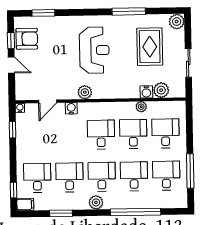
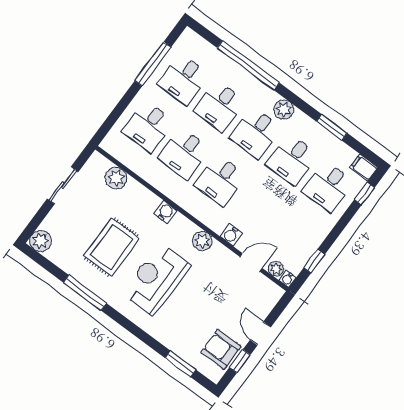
rug: (150, 47) -> (112, 247), moved
water cooler: (146, 92) -> (165, 212), moved
plant: (141, 107) -> (276, 269), moved

